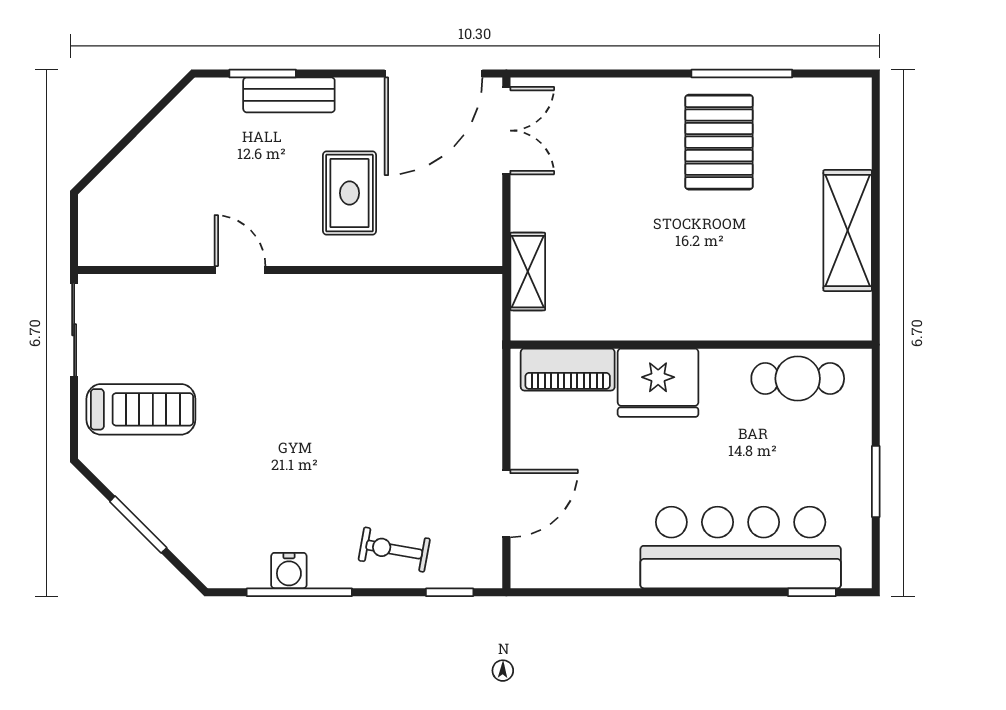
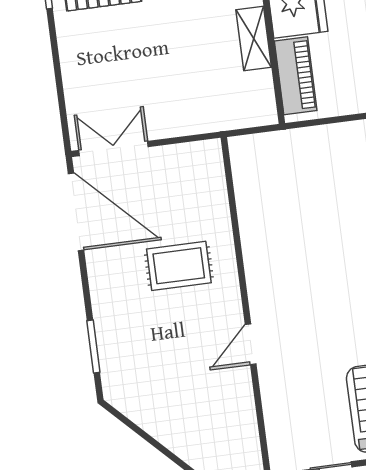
bench: (289, 95) -> (108, 324), removed
shelving: (528, 272) -> (254, 38), moved, turned 90

